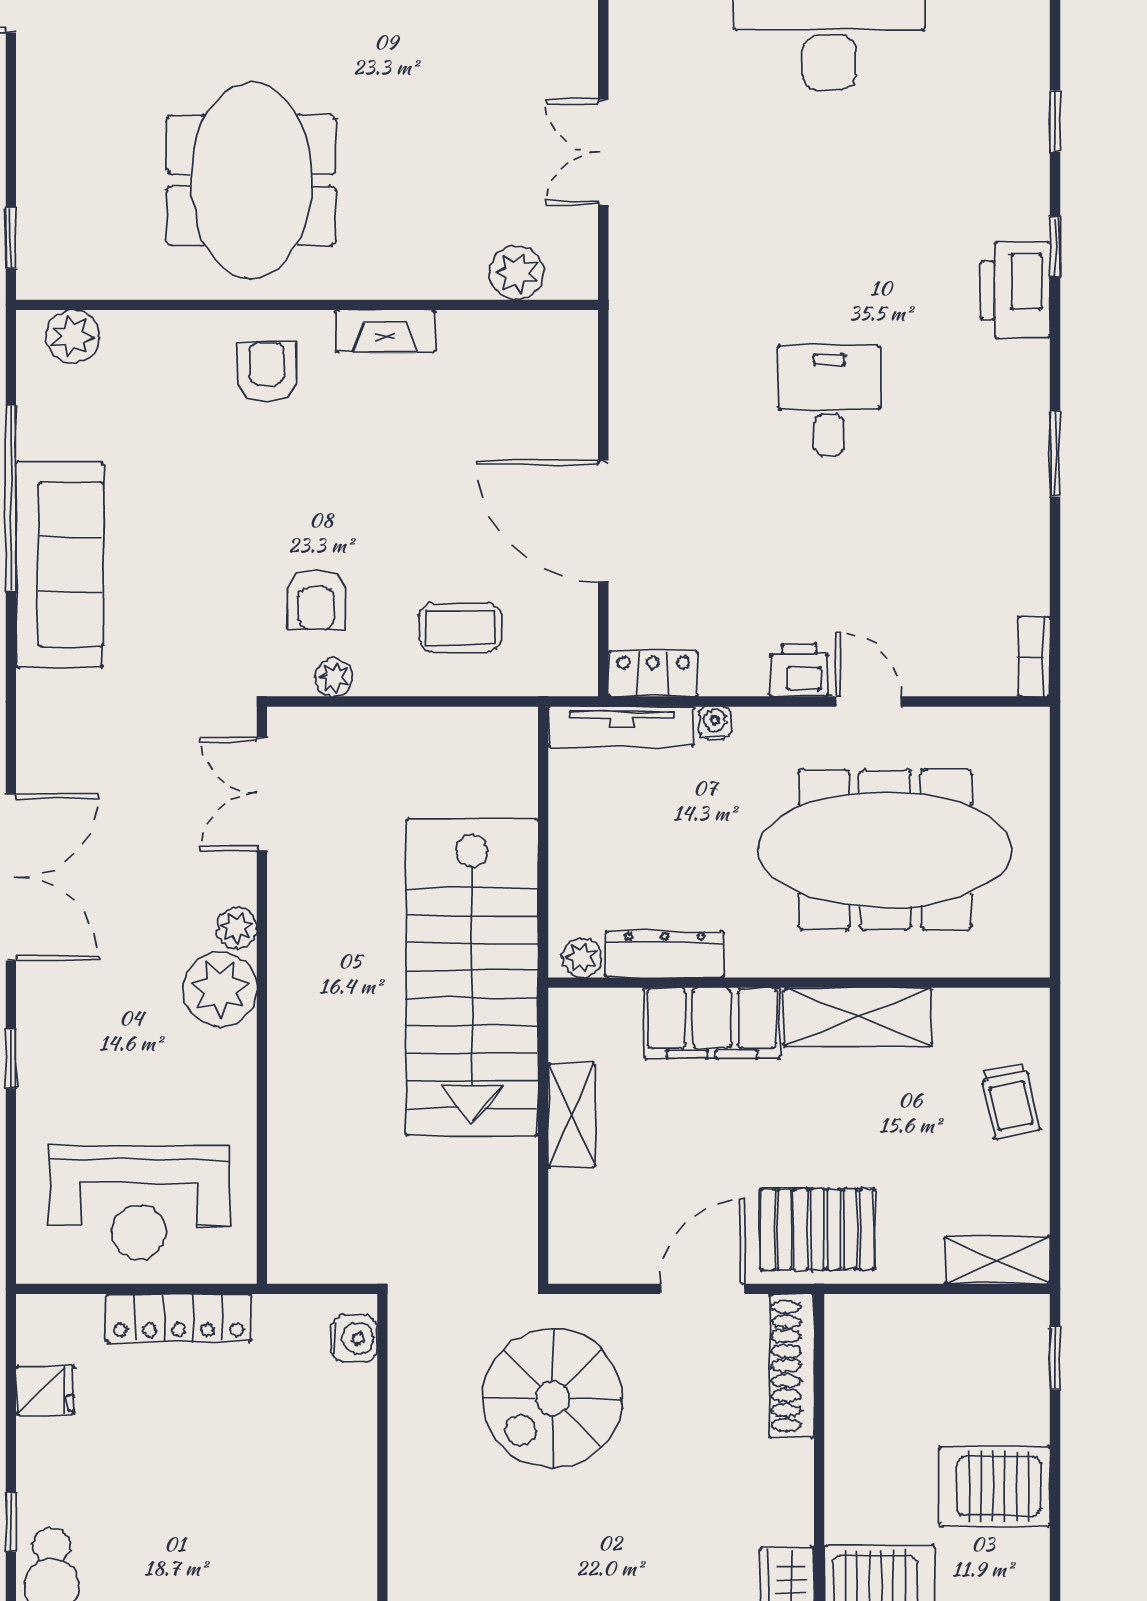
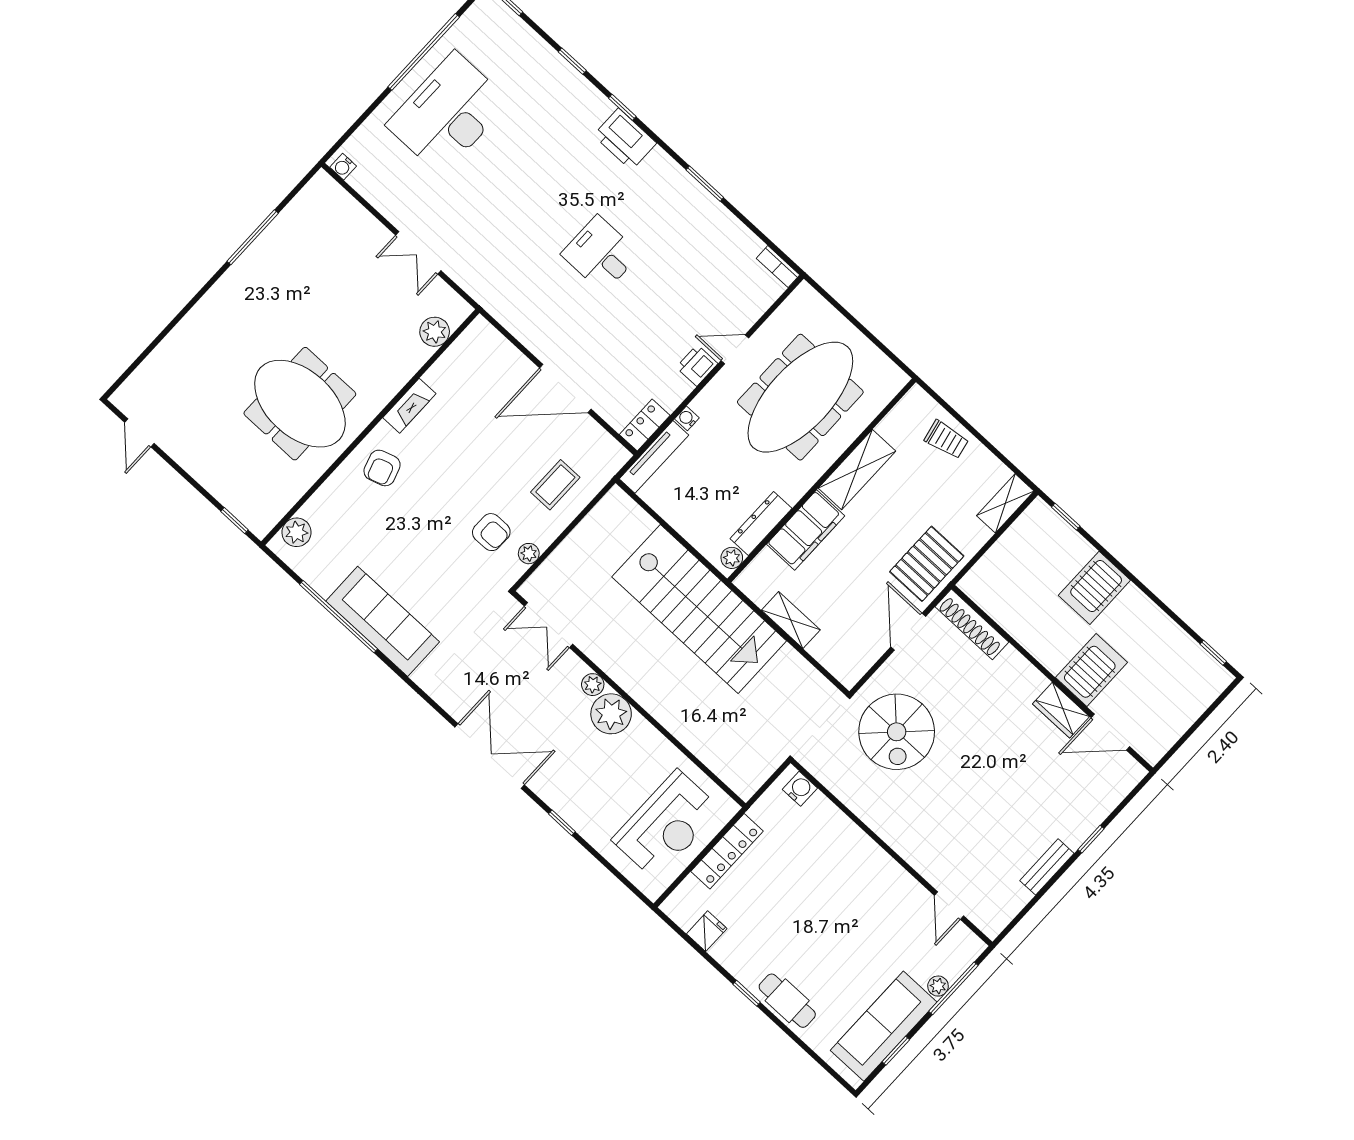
armchair: (267, 372) -> (382, 468), turned -108

